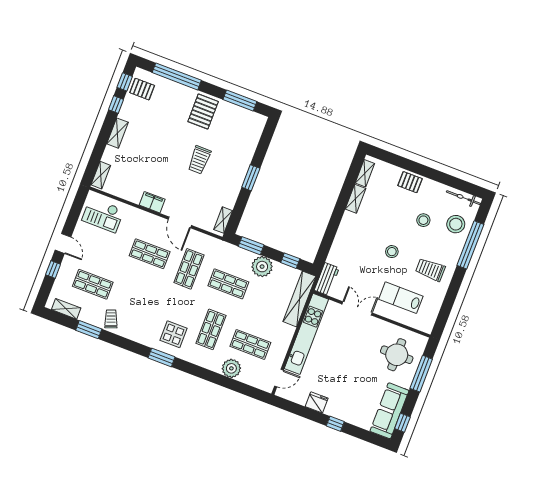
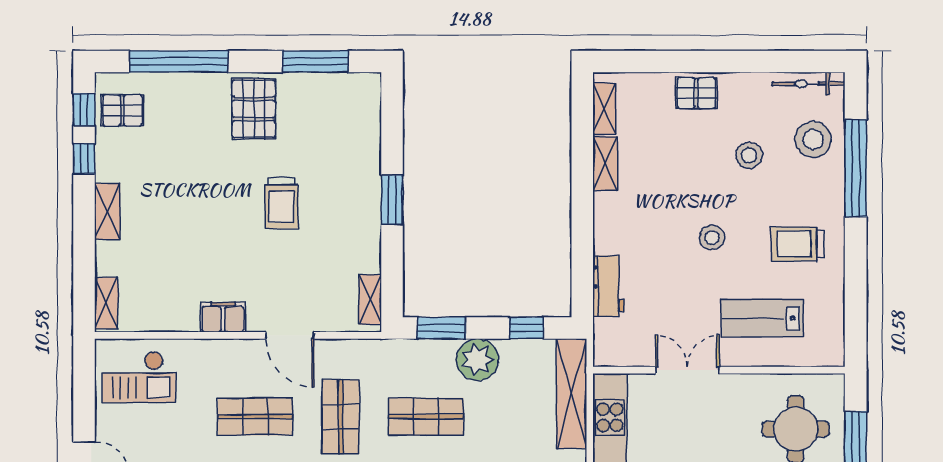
workbench: (327, 279) -> (609, 286), moved

